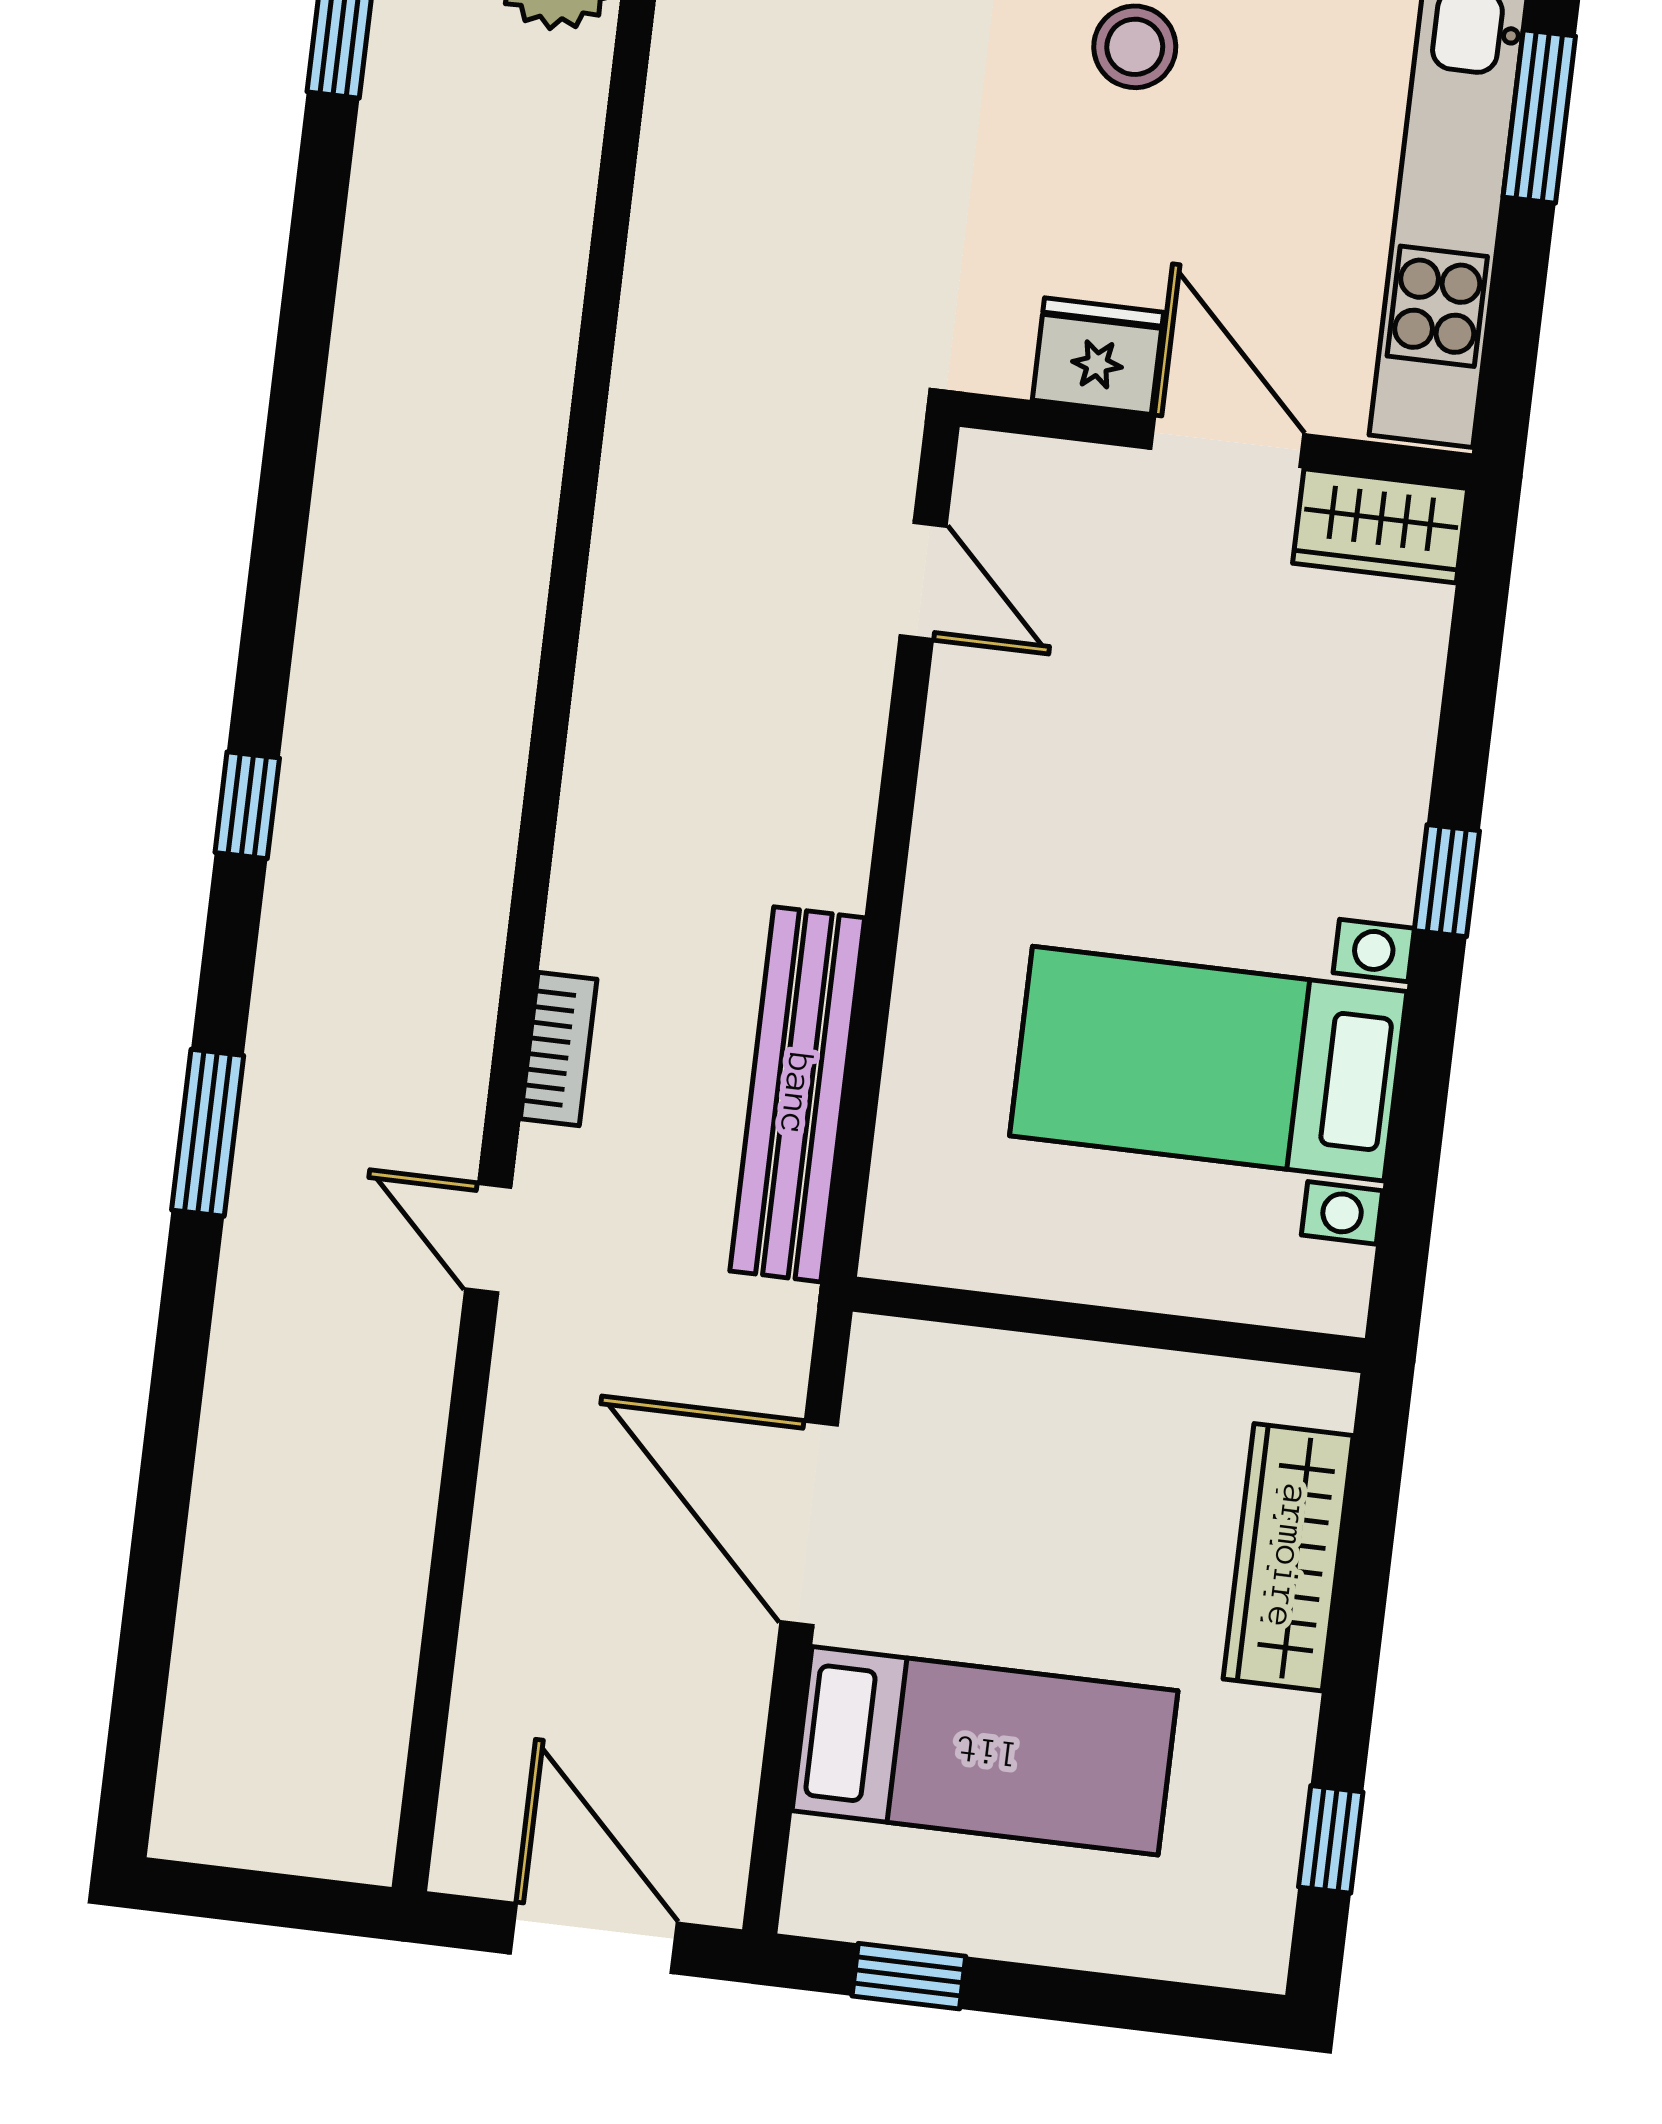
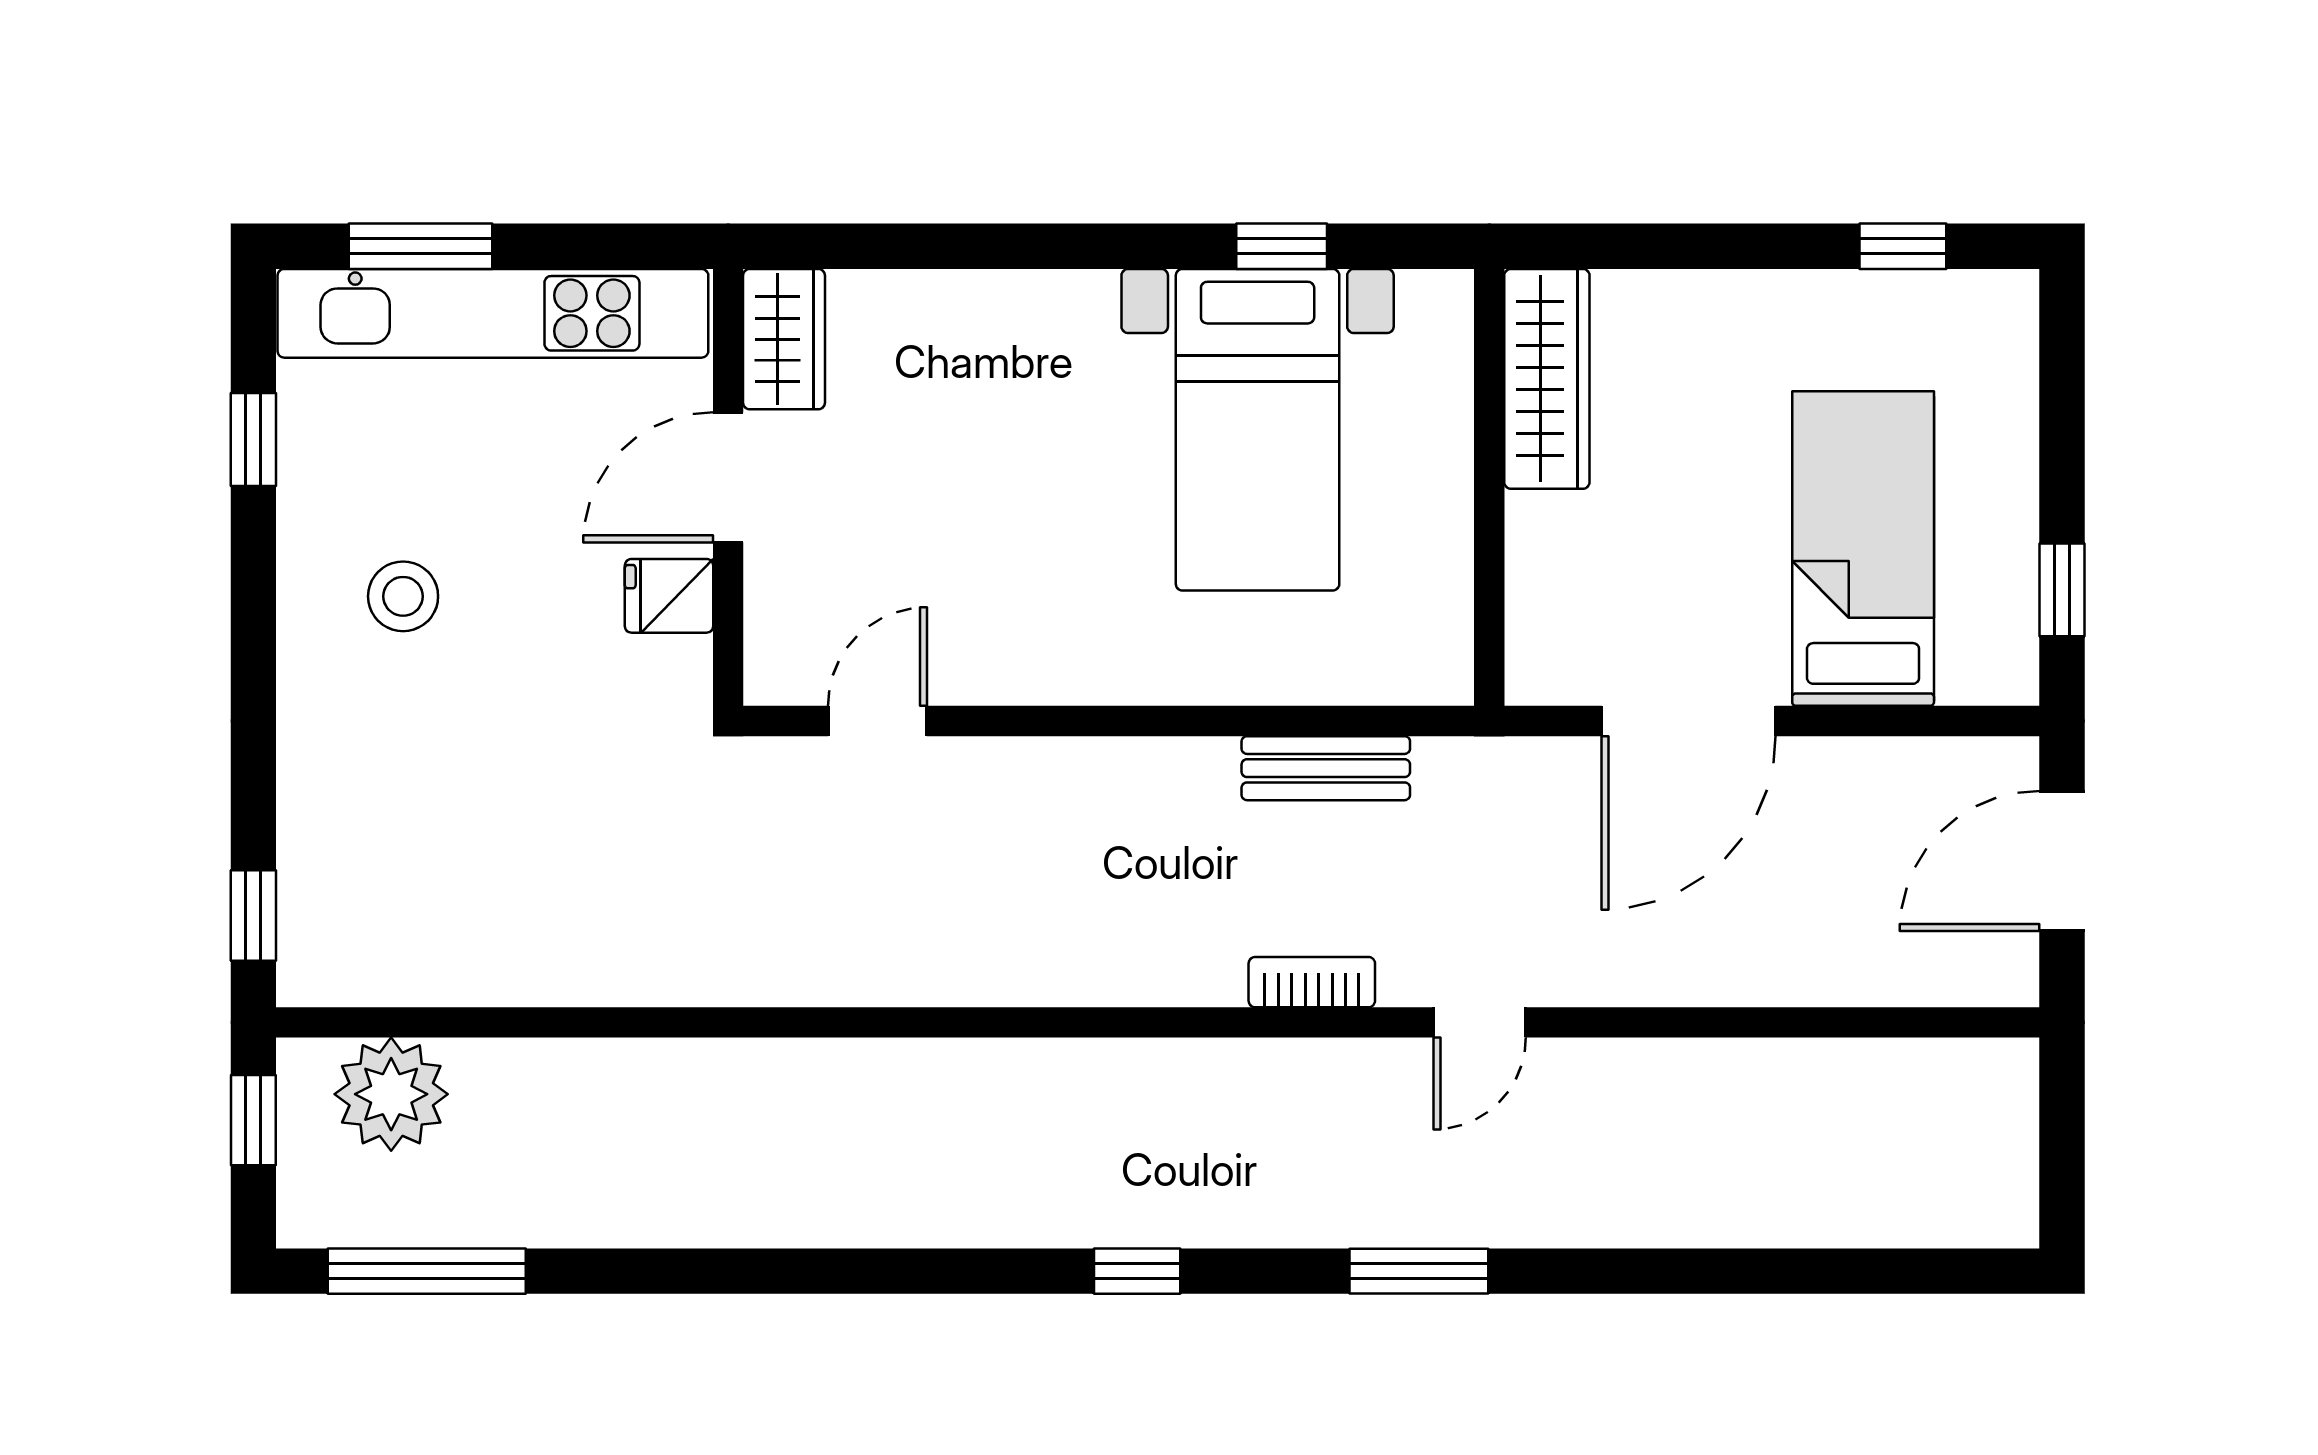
fridge: (1098, 356) -> (669, 596), width x0.72
window: (1447, 881) -> (1282, 246), moved
bench: (797, 1094) -> (1326, 768), width x0.54, depth x0.82
wardrobe: (1288, 1557) -> (1547, 379), moved, turned -90

